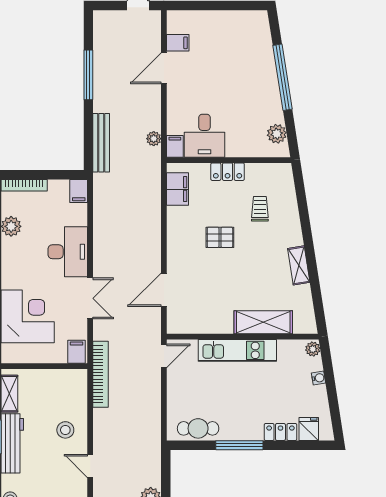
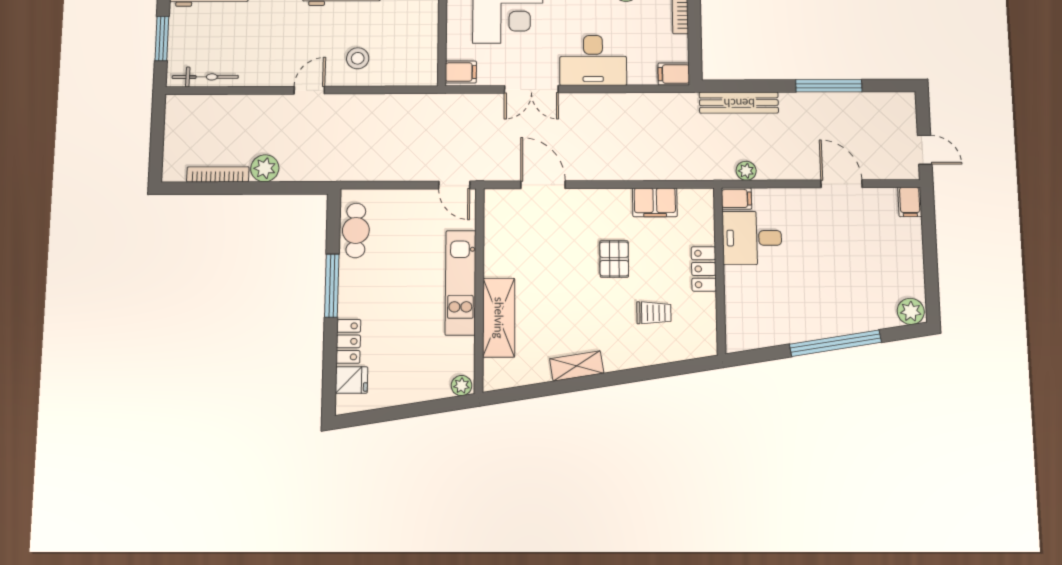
filing cabinet: (178, 43) -> (910, 202), moved
plant: (277, 134) -> (911, 311), moved
filing cabinet: (177, 189) -> (655, 202), moved
bookcase: (101, 374) -> (431, 103), removed
water cooler: (319, 378) -> (422, 394), removed

